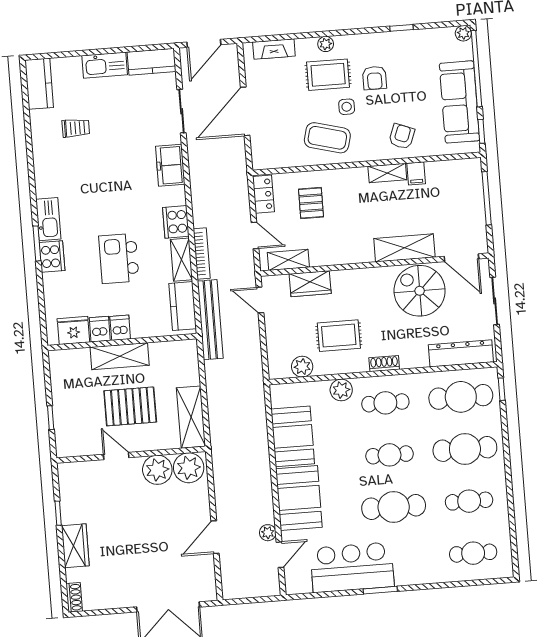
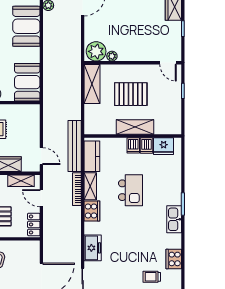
cooker: (52, 257) -> (174, 259), moved
plant: (302, 367) -> (18, 111), removed
booth: (293, 436) -> (27, 82), moved
door: (116, 456) -> (168, 63), moved
plant: (157, 470) -> (112, 56), width x0.53, depth x0.53

